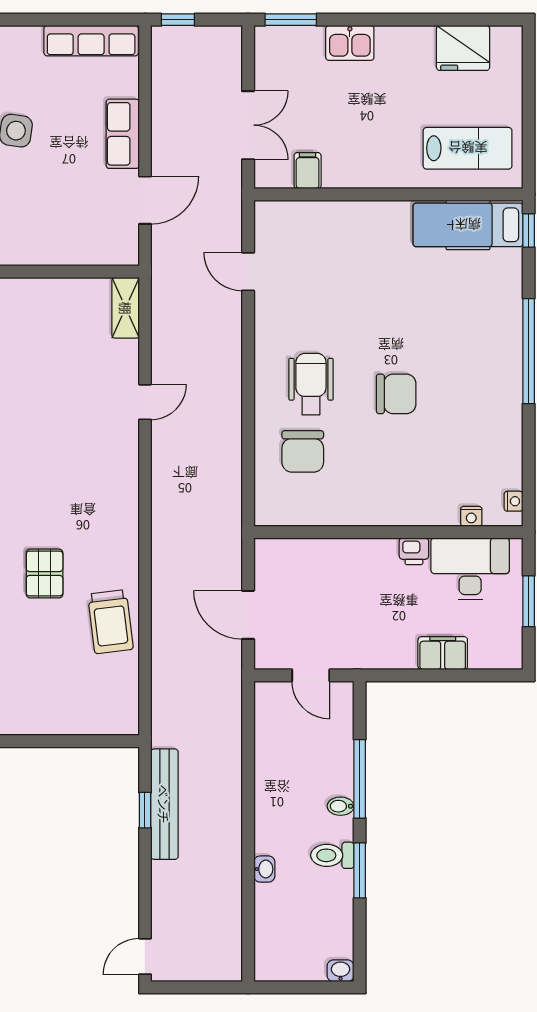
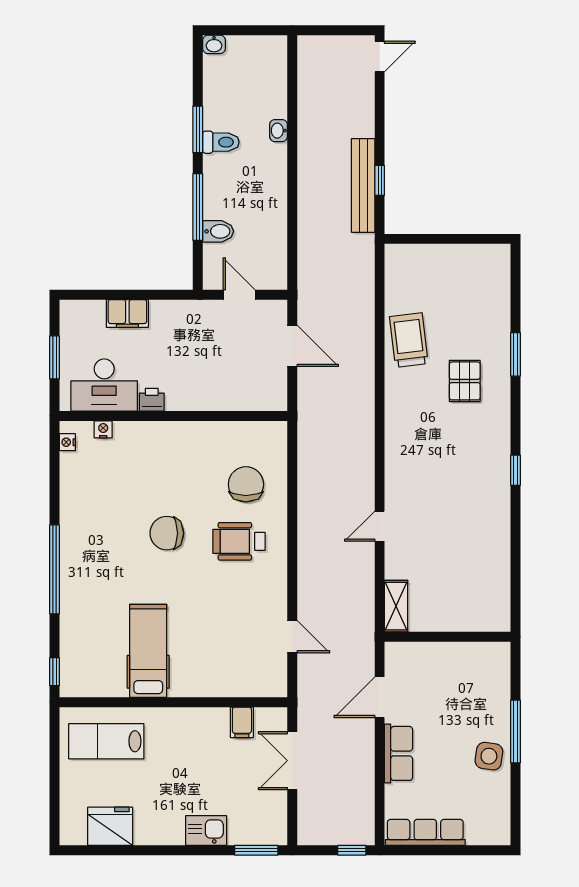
hospital bed: (468, 225) -> (148, 651), moved, turned -90
wheelchair: (311, 384) -> (239, 541), turned 90
bidet: (341, 806) -> (218, 231), moved, width x1.38, depth x1.36

